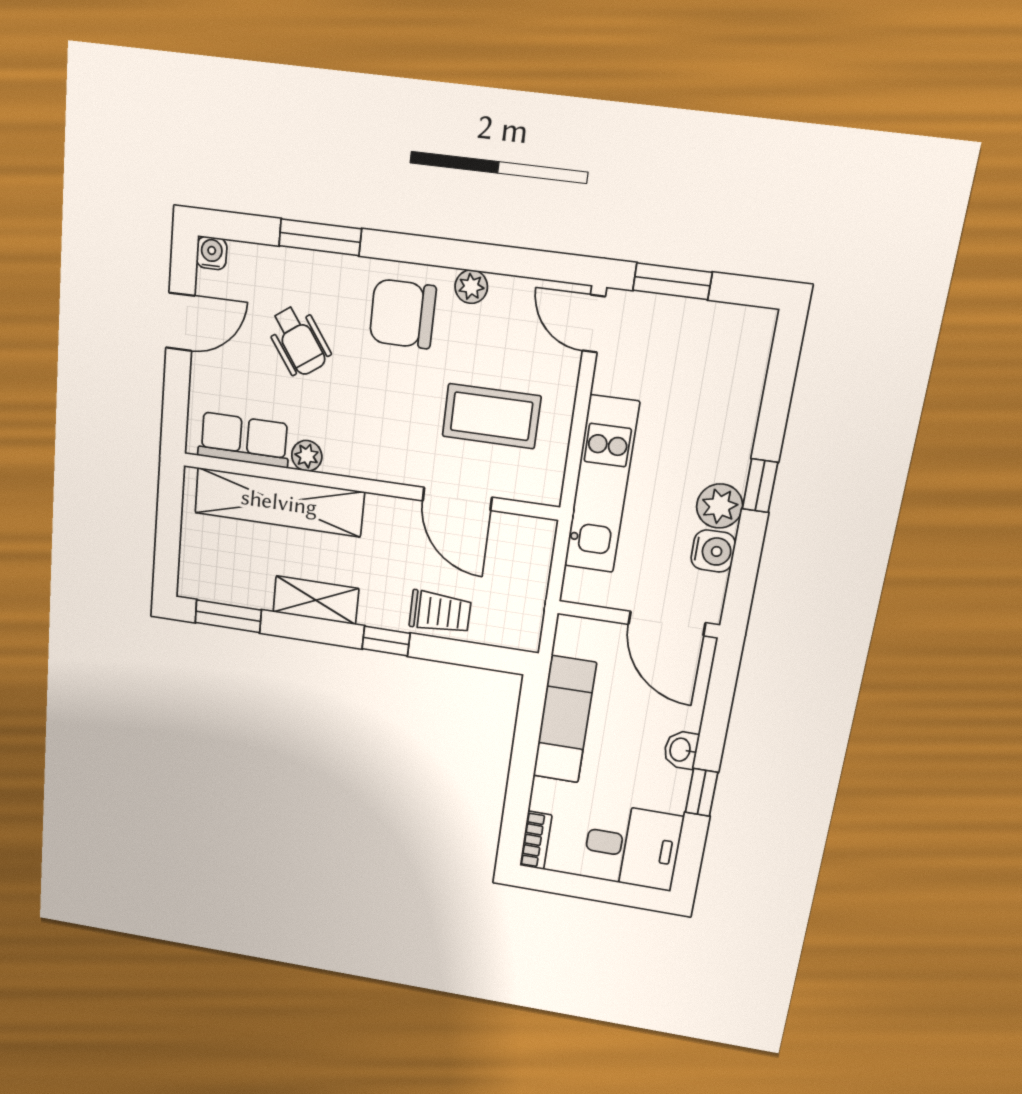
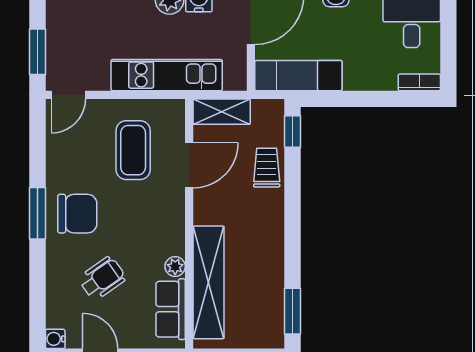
window: (320, 237) -> (37, 213), moved
plant: (471, 287) -> (56, 173), removed
chair: (403, 314) -> (77, 214), turned -90
shelving: (316, 600) -> (222, 112), moved, turned 90
window: (386, 641) -> (293, 131), moved
exam couch: (565, 720) -> (298, 76), moved

